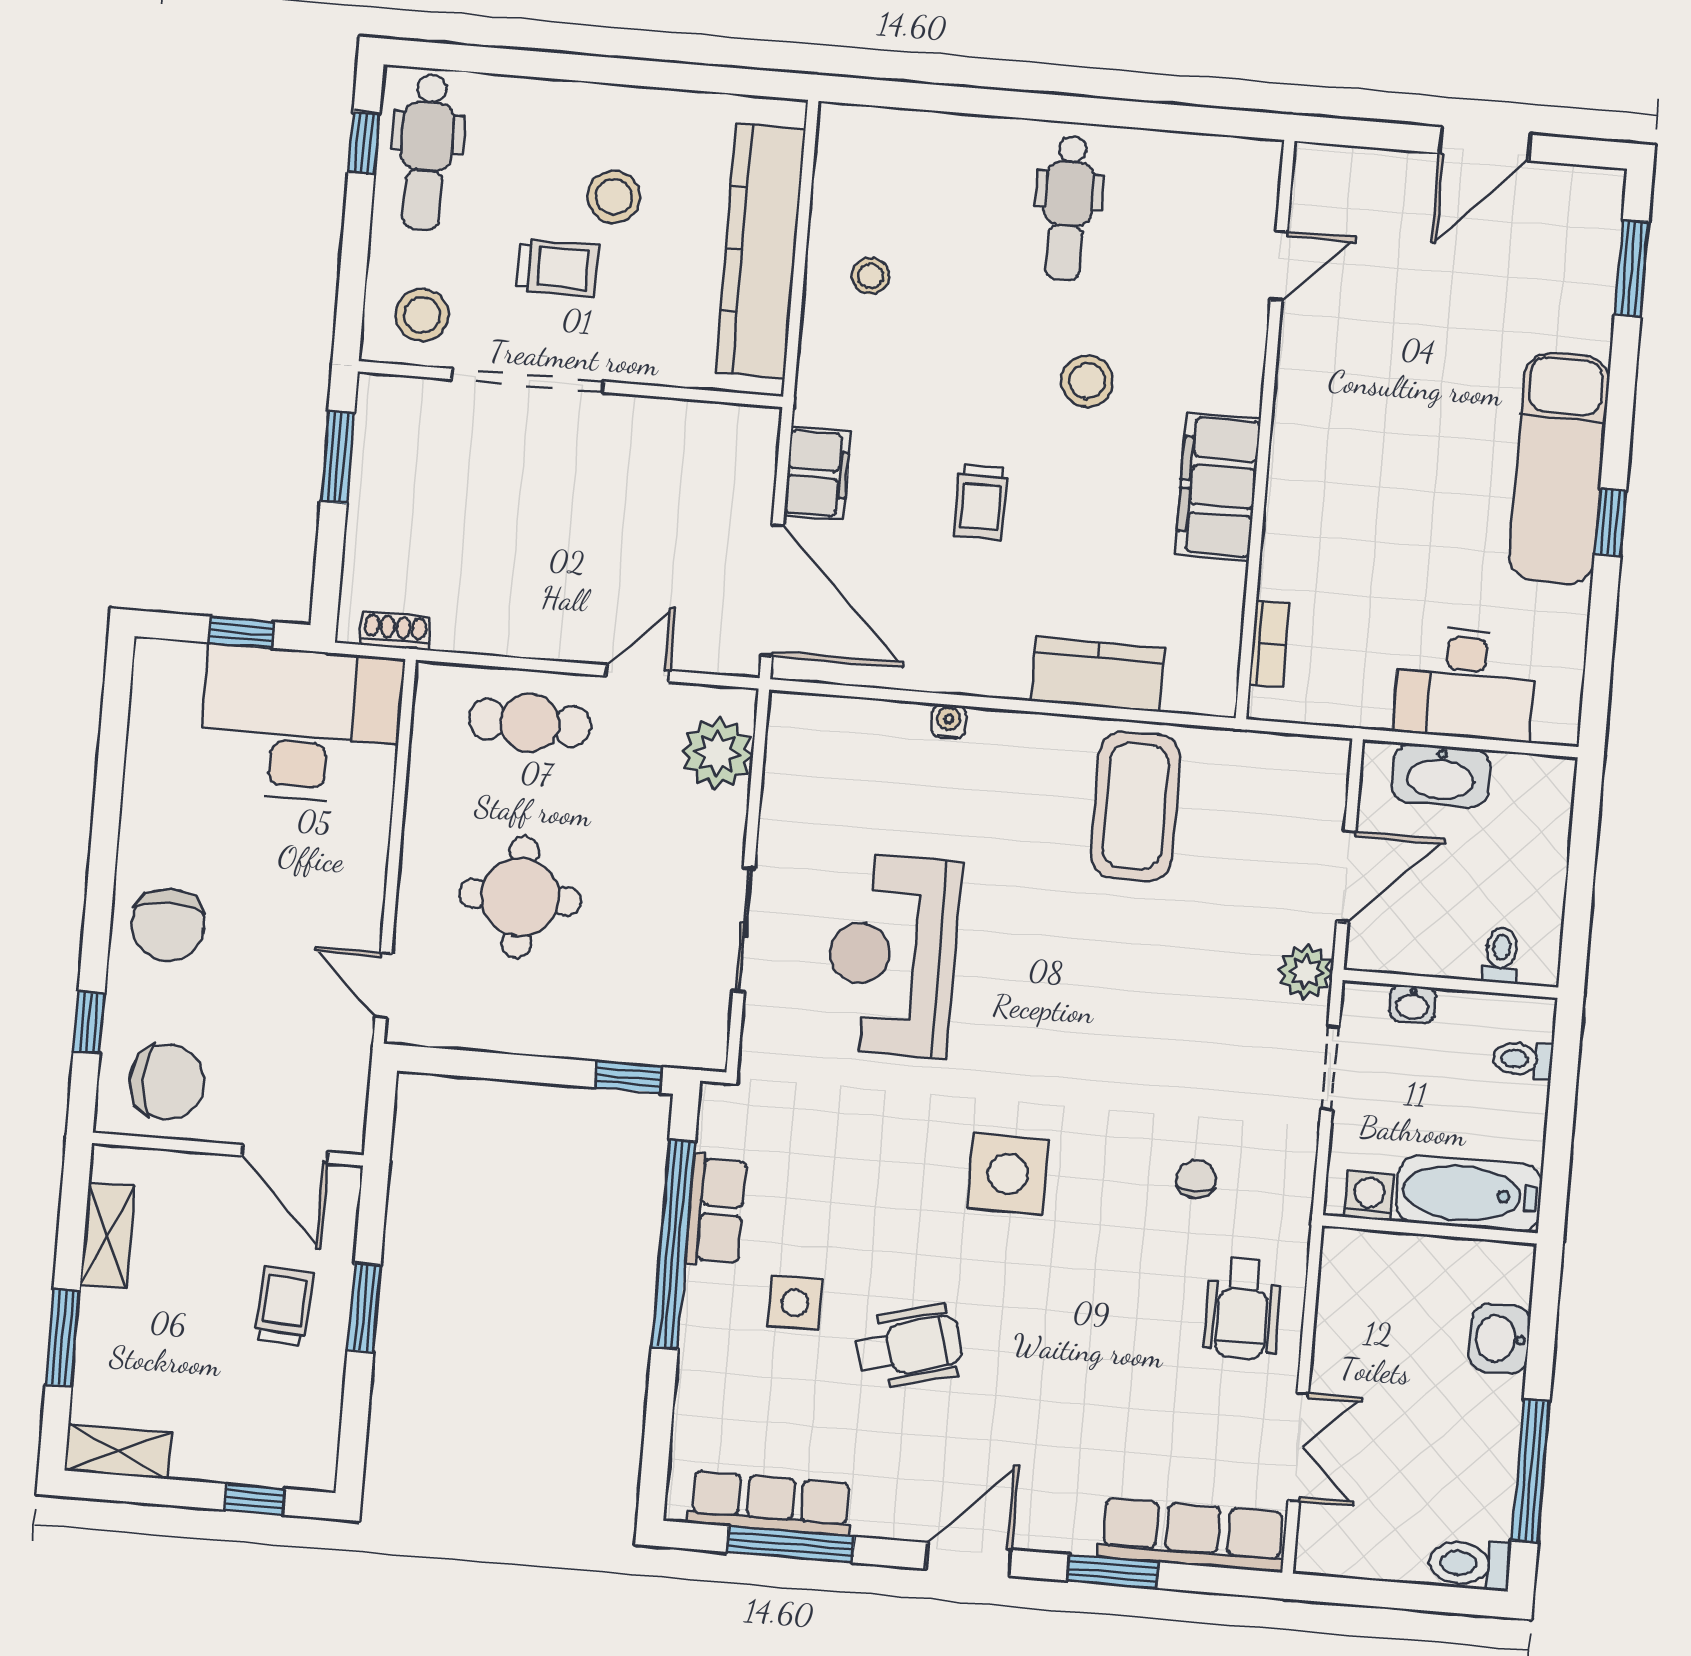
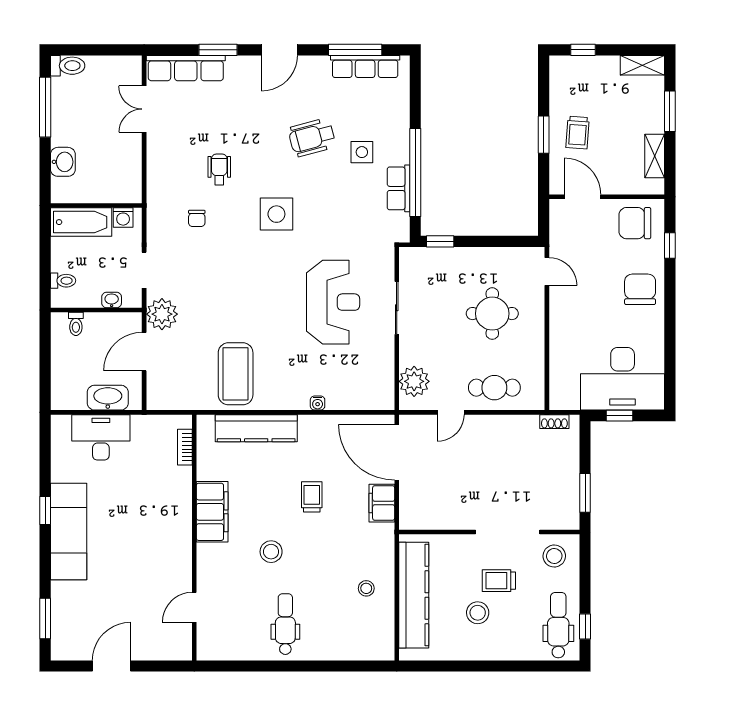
kitchen counter: (1098, 674) -> (256, 428), width x1.50
desk: (301, 724) -> (623, 379), moved
plant: (1306, 972) -> (162, 314), width x1.36, depth x1.36
wheelchair: (1242, 1309) -> (219, 169), moved, width x0.73, depth x0.73

